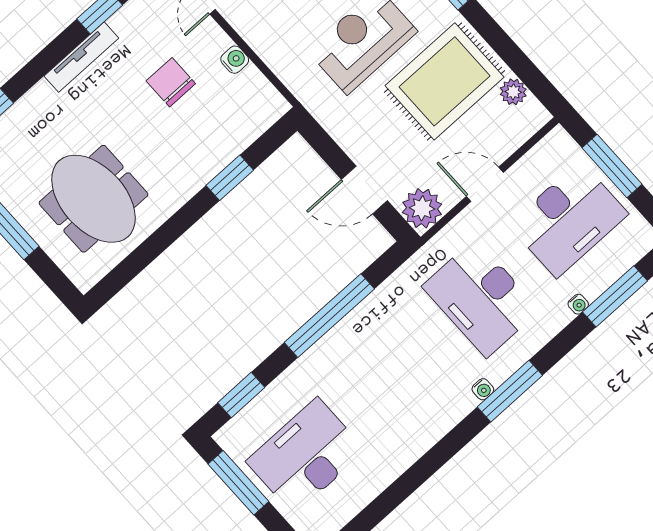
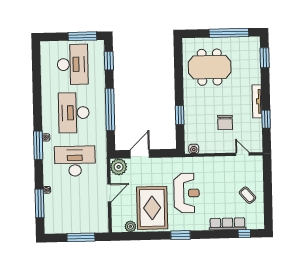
water cooler: (235, 60) -> (194, 149), moved
chair: (171, 82) -> (225, 122), turned 90
desk: (568, 219) -> (74, 113), moved

